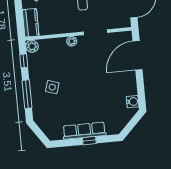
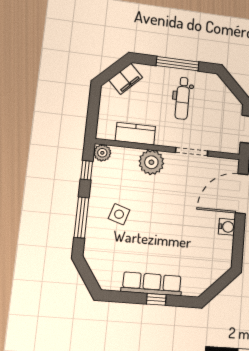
kitchen counter: (31, 23) -> (135, 134), moved, turned -90
plant: (72, 41) -> (151, 162), width x1.88, depth x1.88
water cooler: (133, 102) -> (227, 227), moved

